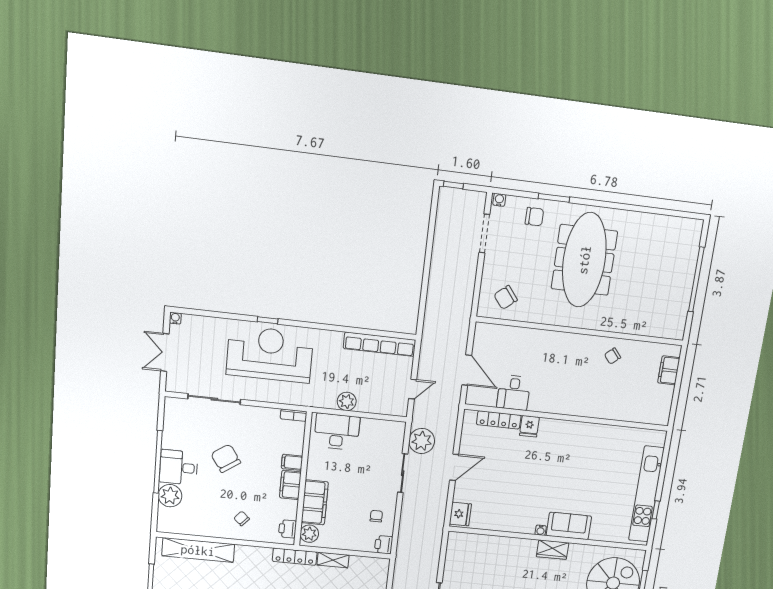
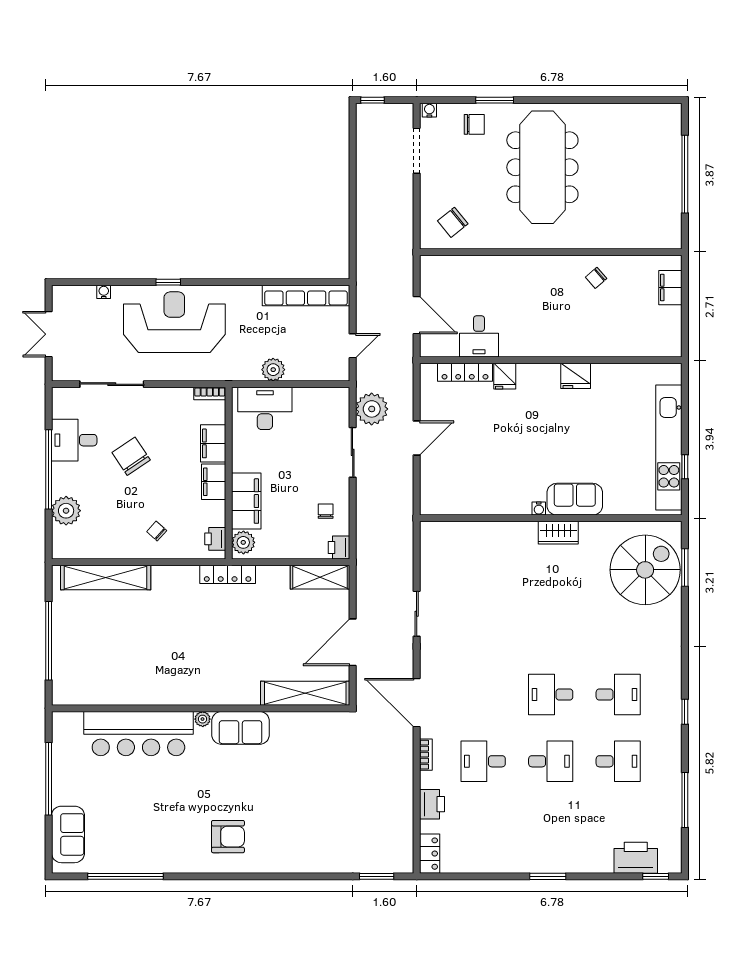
water cooler: (175, 318) -> (104, 292), moved
filing cabinet: (292, 462) -> (213, 443), width x2.00
desk: (179, 467) -> (74, 440), moved
fridge: (460, 514) -> (576, 376), moved, turned 90
shelving: (333, 560) -> (320, 577), moved, width x1.50, depth x1.33

